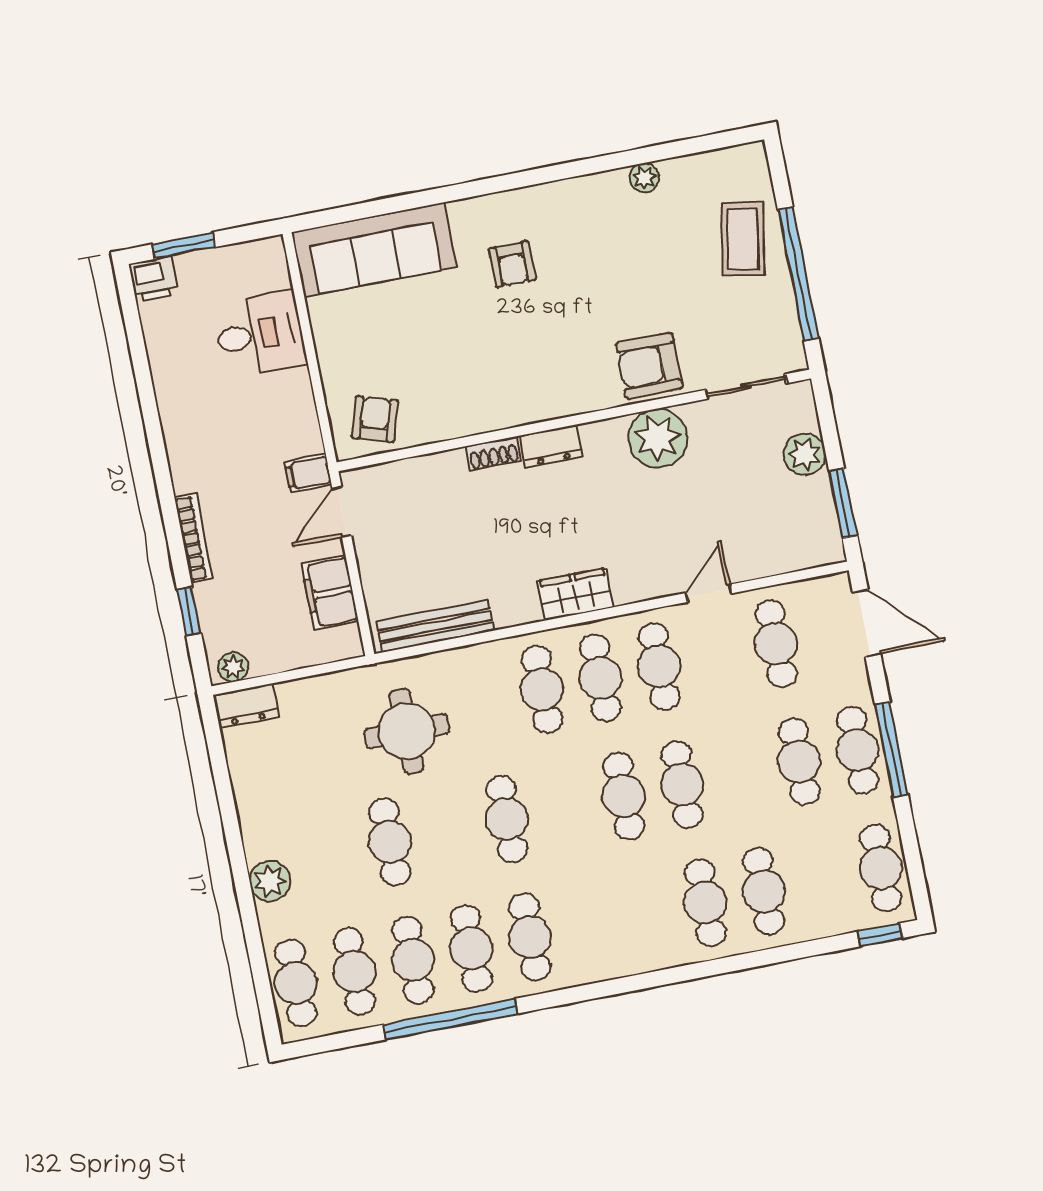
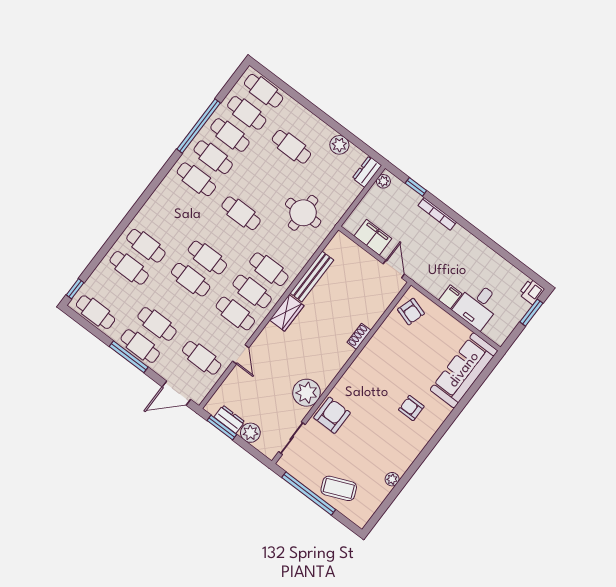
coffee table: (743, 239) -> (339, 488), turned -33
dresser: (551, 446) -> (229, 419), moved, turned 90
filing cabinet: (308, 473) -> (450, 297), moved
bench: (435, 626) -> (312, 277), moved
cafe table: (390, 842) -> (291, 147), moved
plant: (270, 881) -> (339, 145), moved

